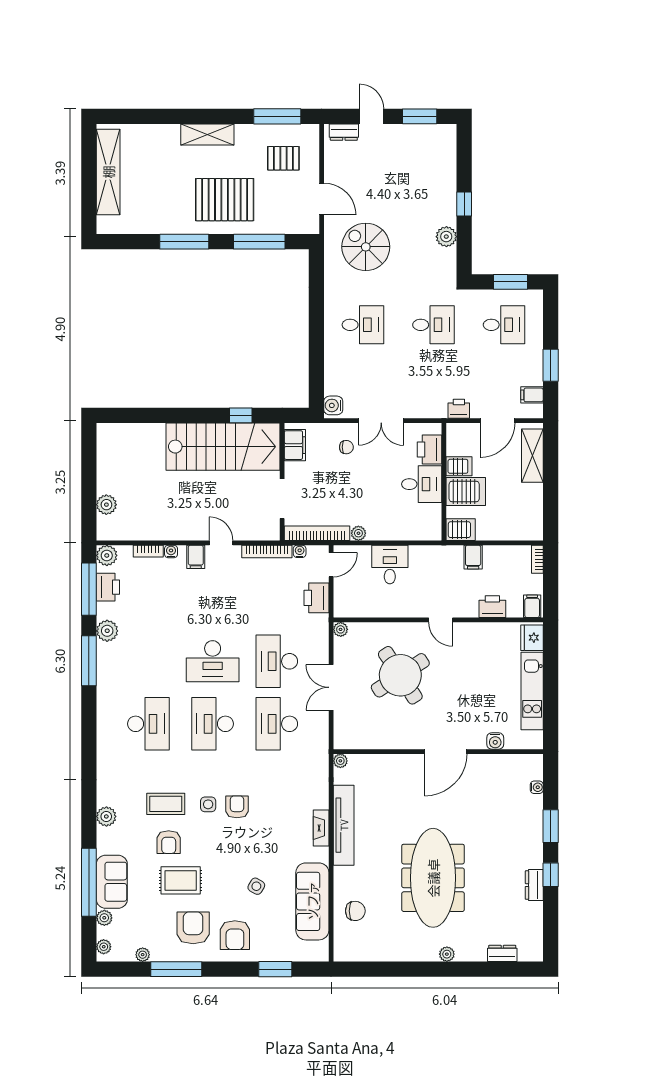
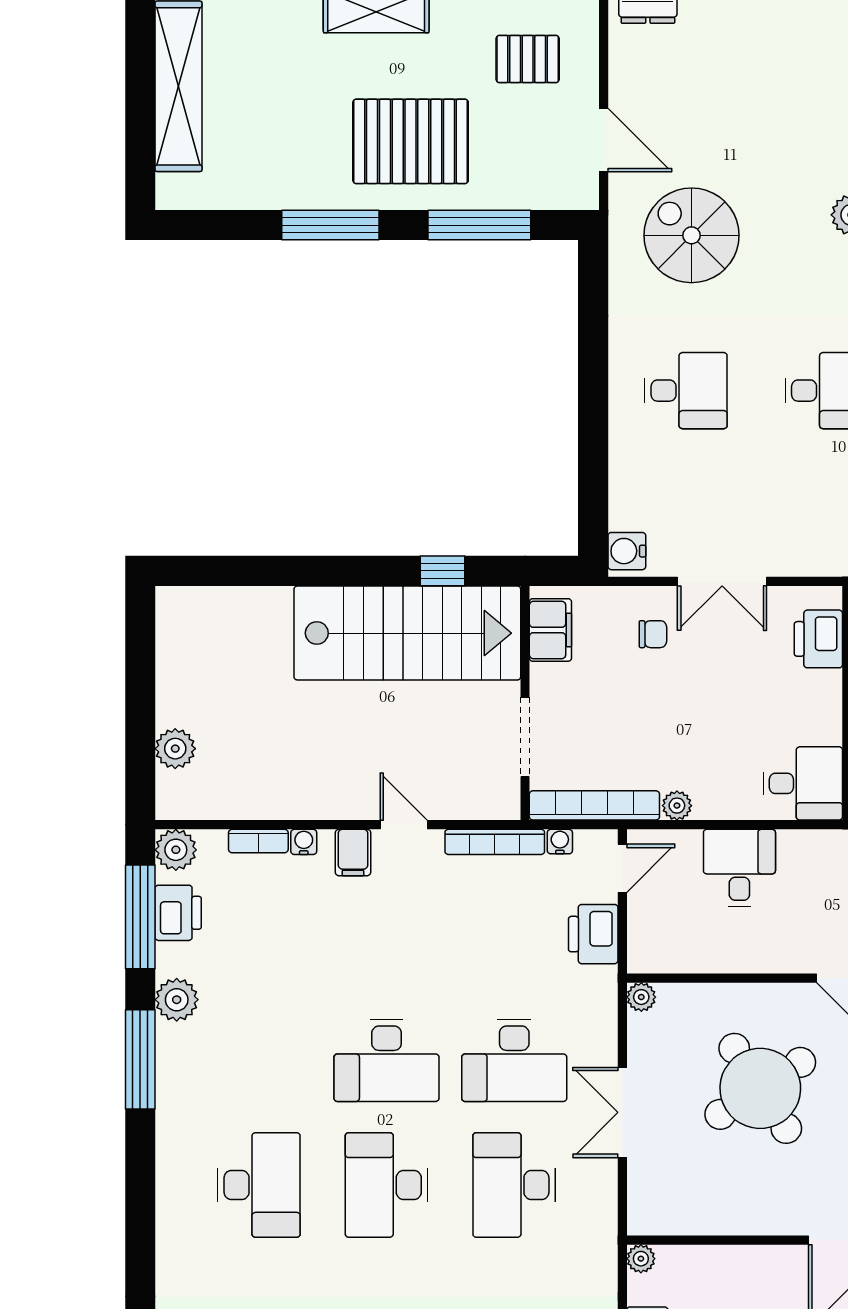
desk: (422, 484) -> (803, 783), moved
desk: (277, 661) -> (514, 1060), turned -90

